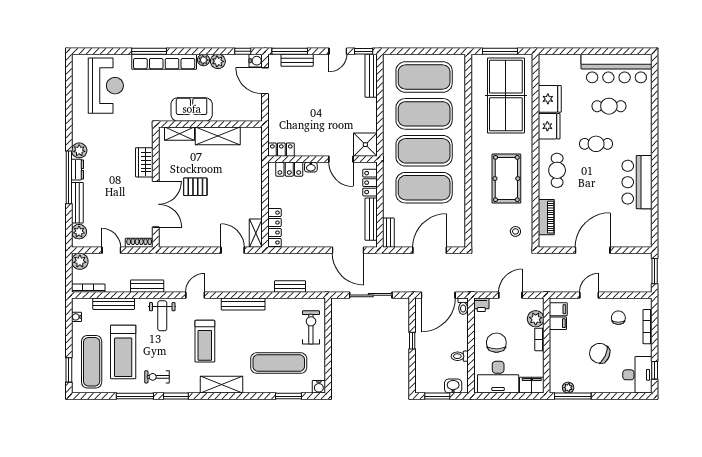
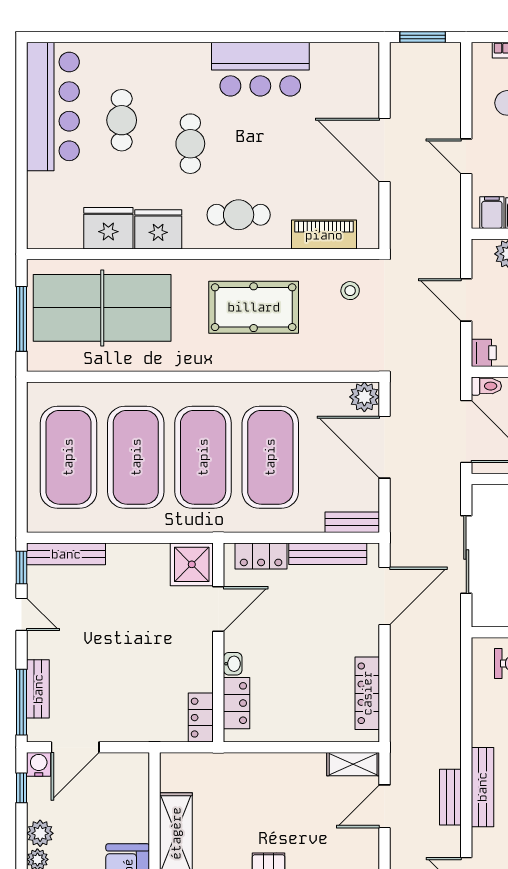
locker: (274, 228) -> (367, 693), moved, turned -90
plant: (457, 239) -> (364, 397), added
bench: (290, 286) -> (450, 797), moved

